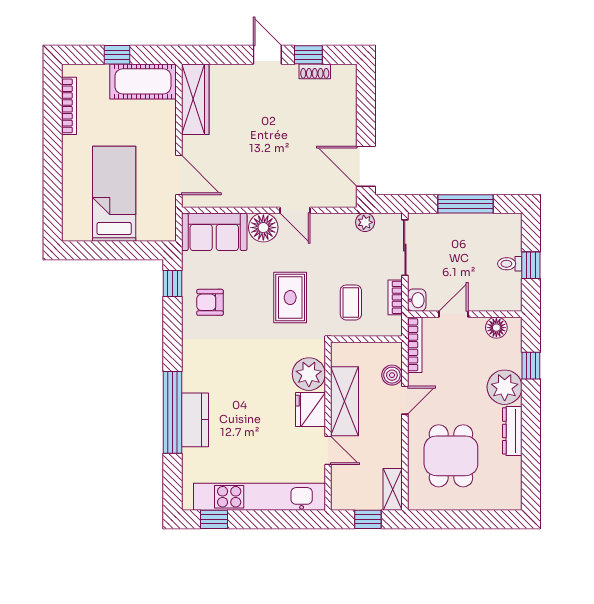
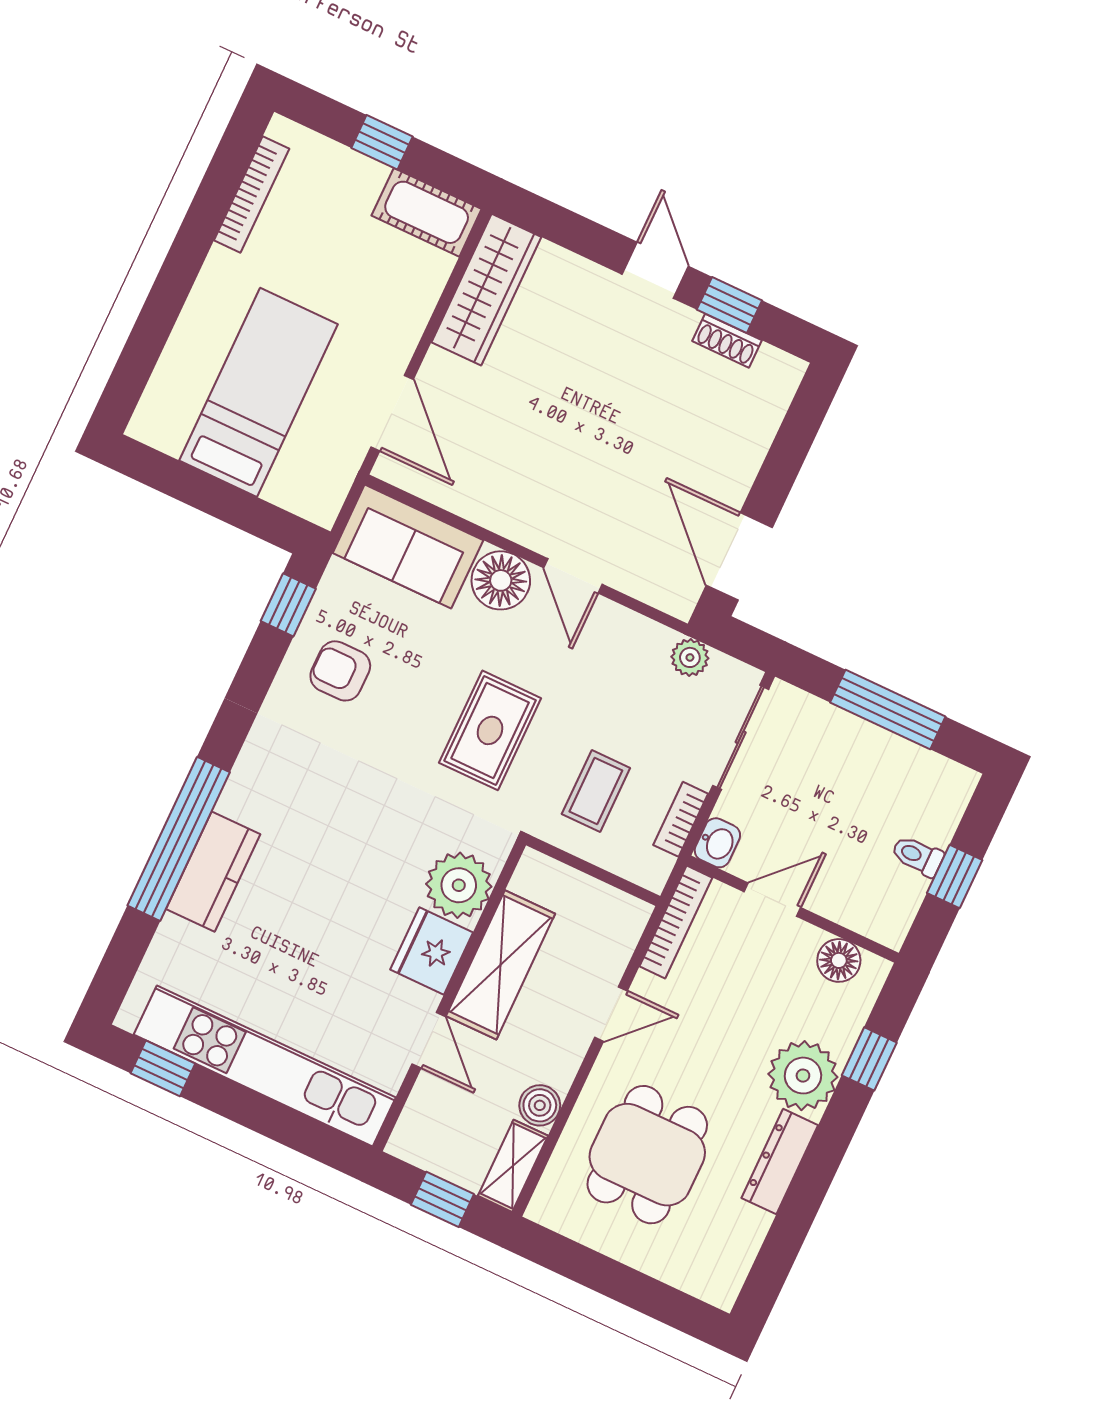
cot: (143, 81) -> (427, 212), width x0.73, depth x0.75
boiler: (392, 375) -> (540, 1105), moved

